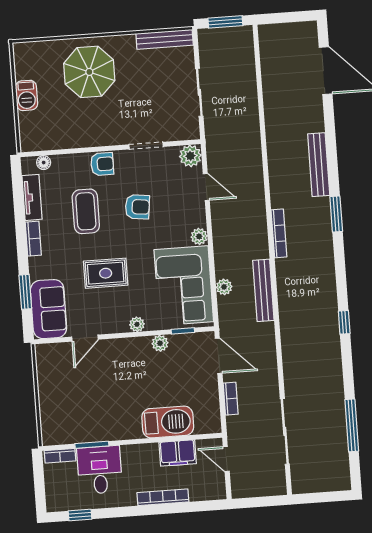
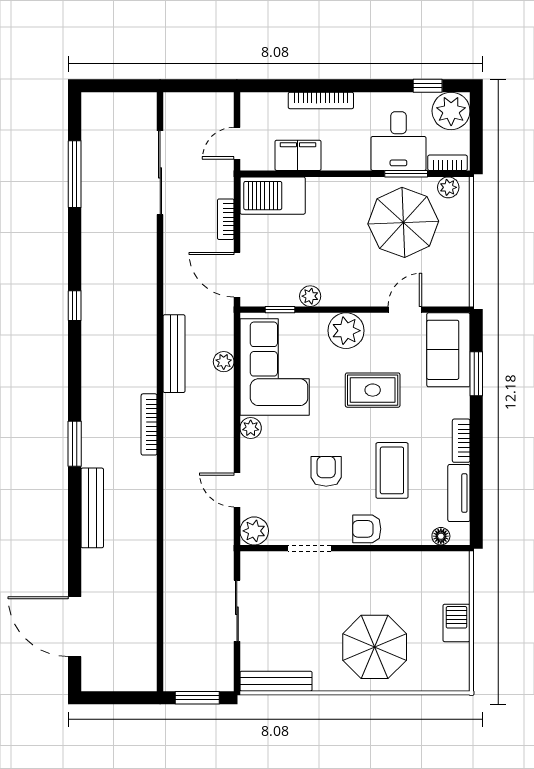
armchair: (137, 207) -> (326, 471), turned 83
plant: (137, 324) -> (346, 331), width x1.87, depth x1.87
parasol: (91, 406) -> (403, 222), added
barbecue: (168, 422) -> (273, 196), moved
plant: (58, 436) -> (448, 187), added
door: (226, 459) -> (237, 143), swing flipped
plant: (60, 497) -> (451, 111), added

